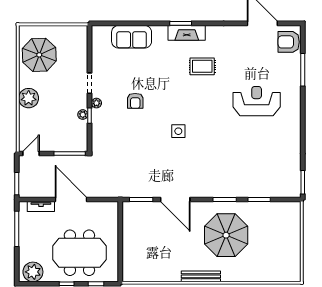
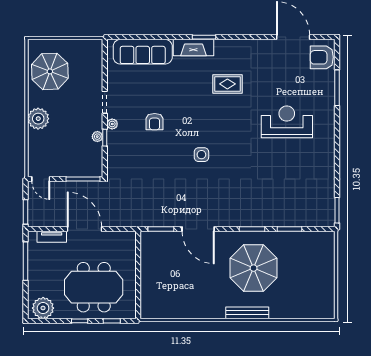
fireplace: (187, 33) -> (193, 48), moved
sofa: (132, 37) -> (143, 52), width x1.36
door: (31, 154) -> (41, 179), swing flipped
bench: (201, 276) -> (247, 313), moved

